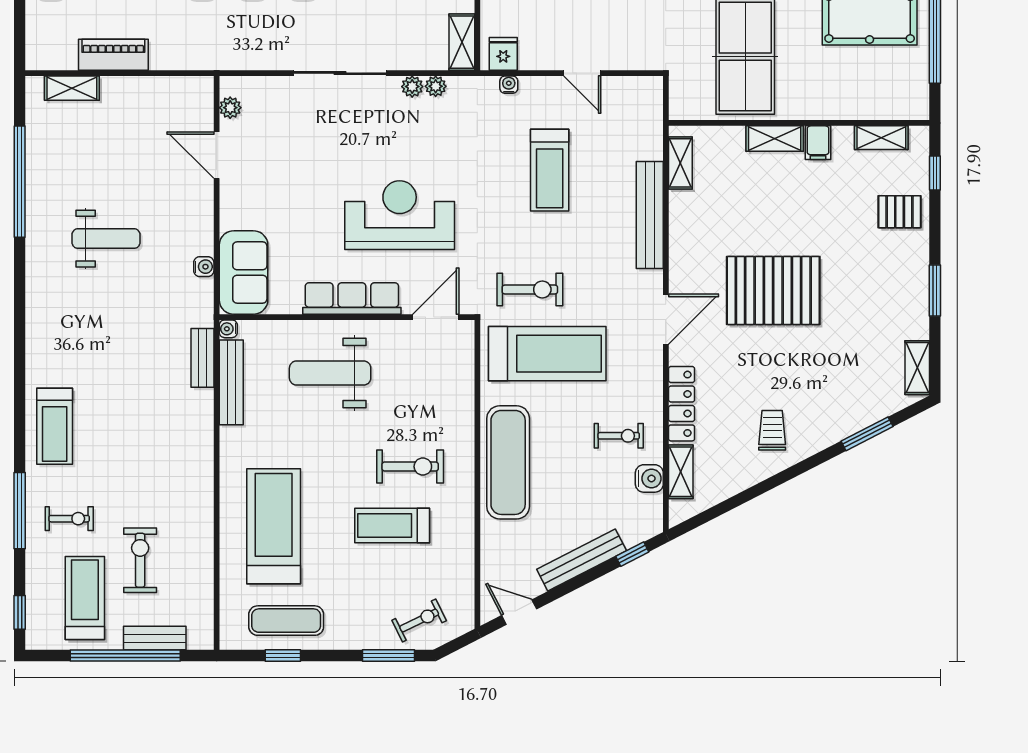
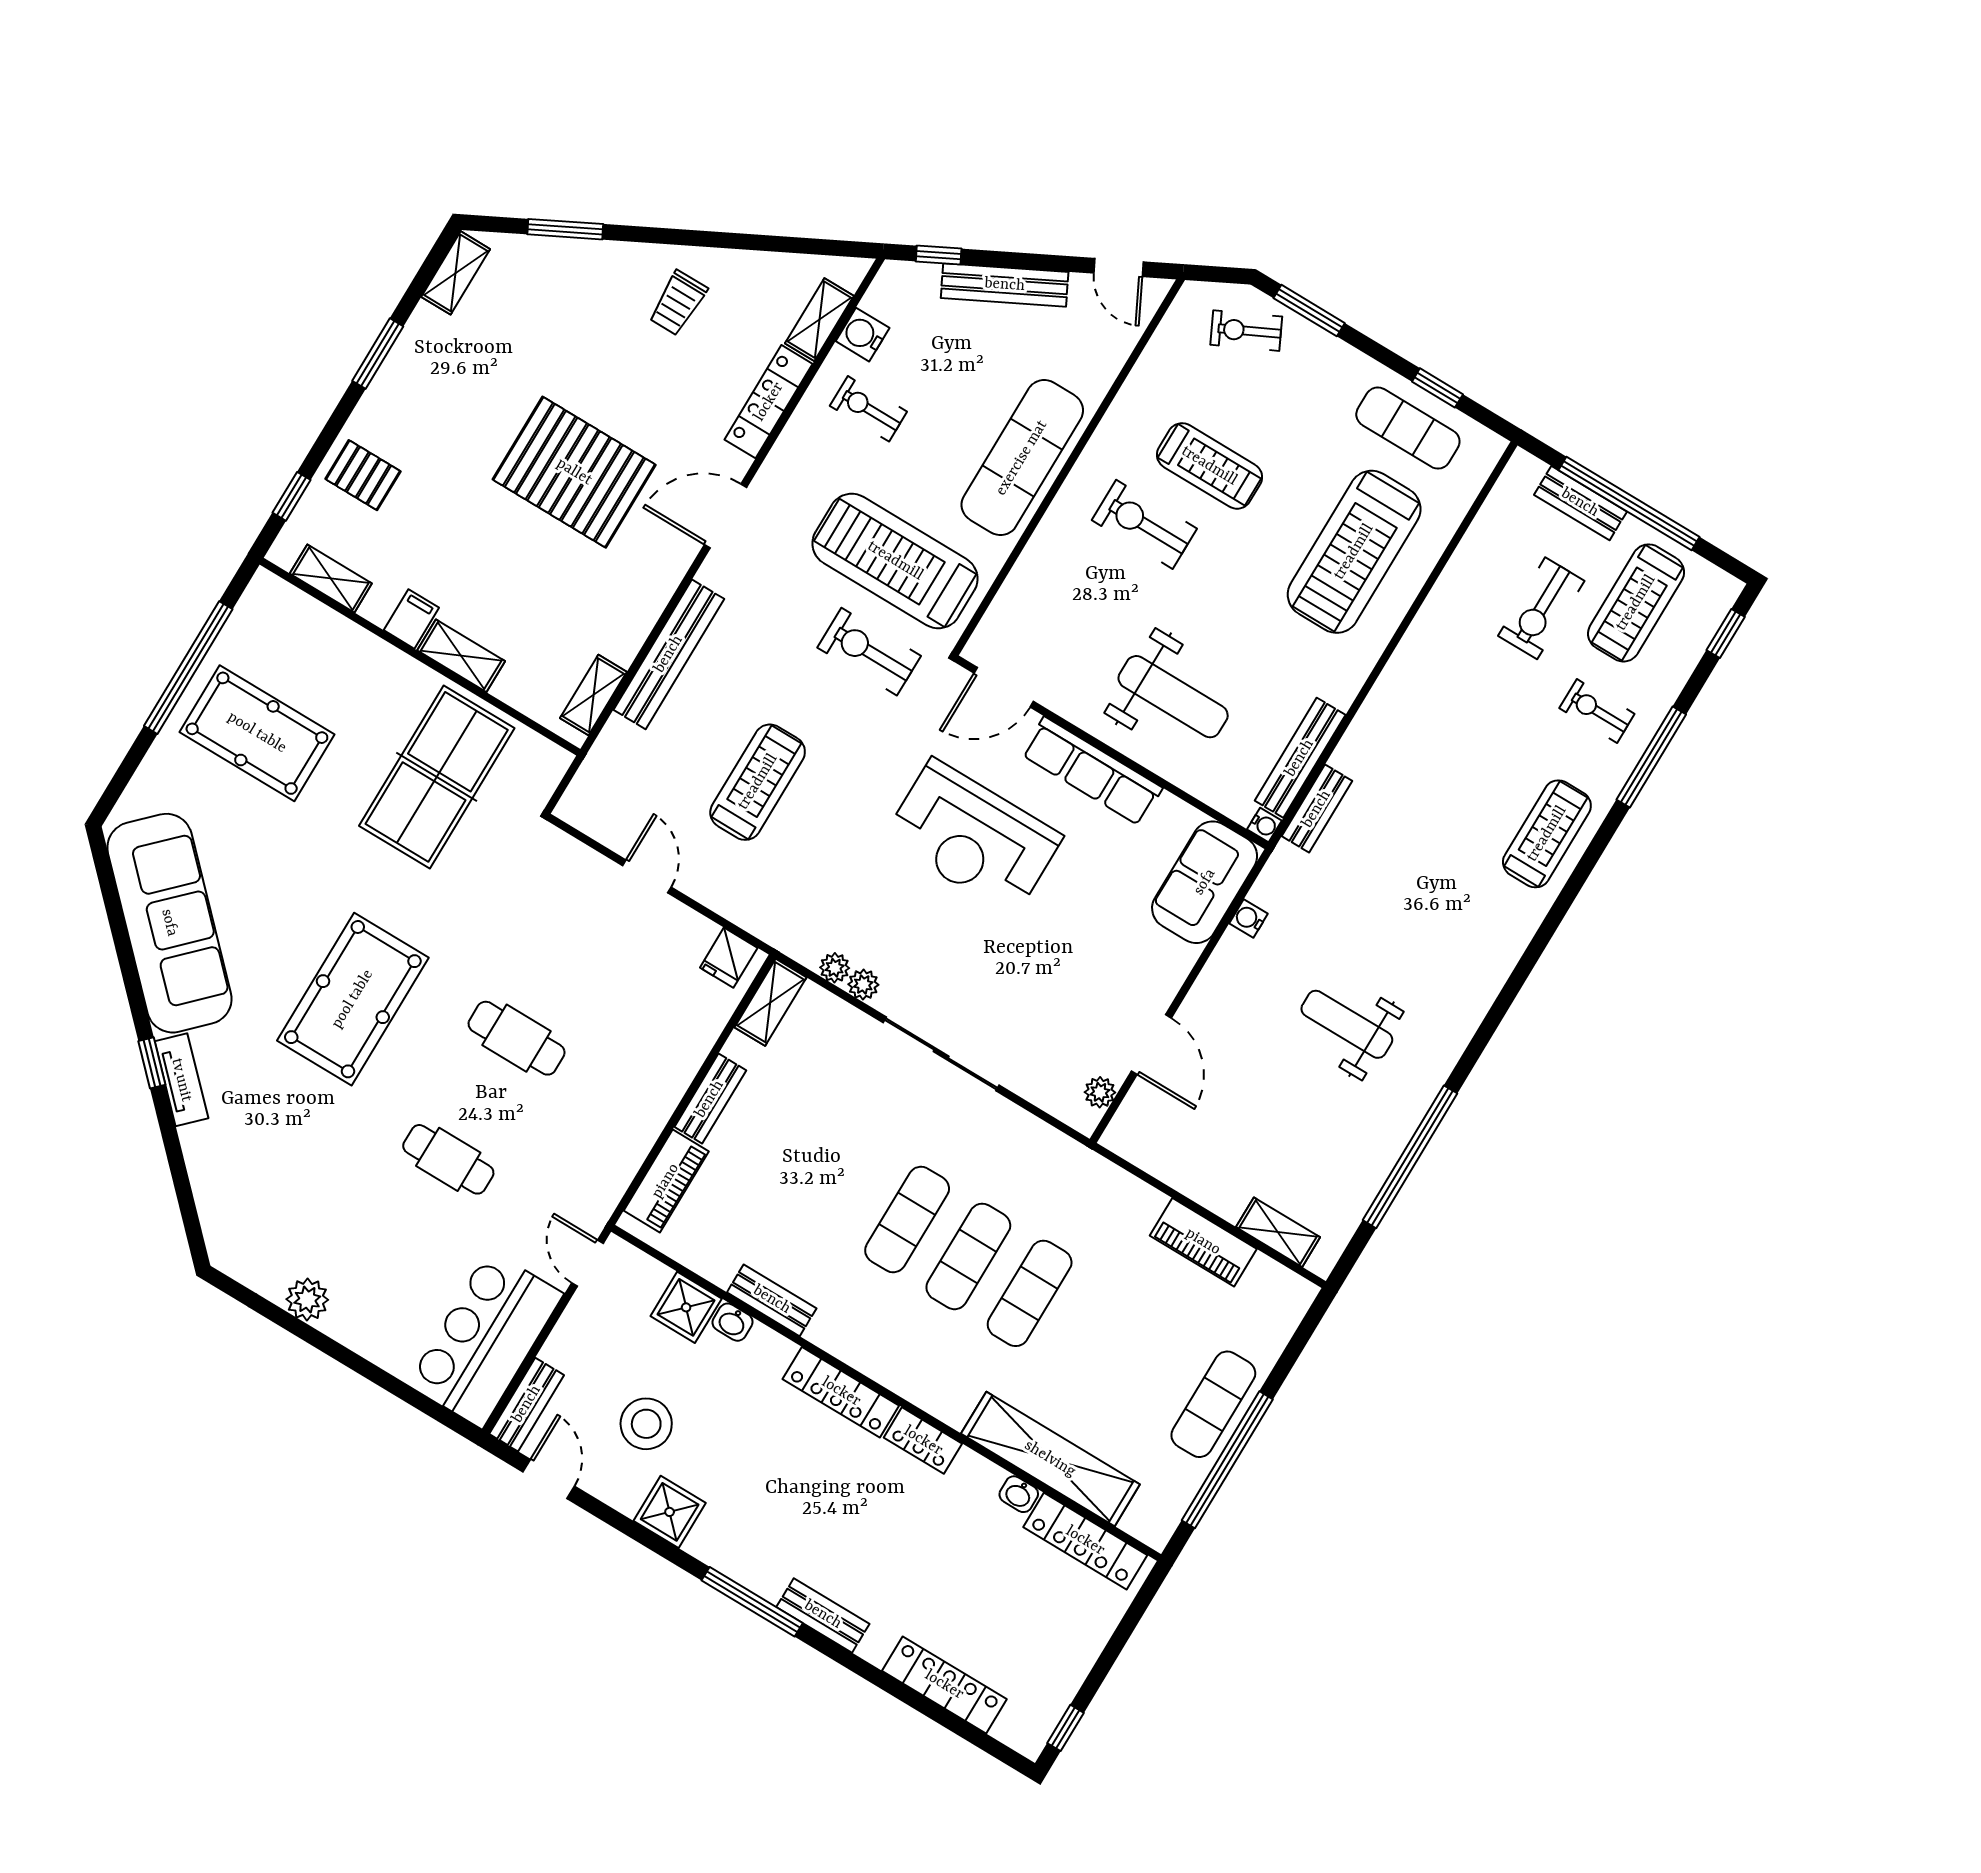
water cooler: (509, 85) -> (745, 916), removed

